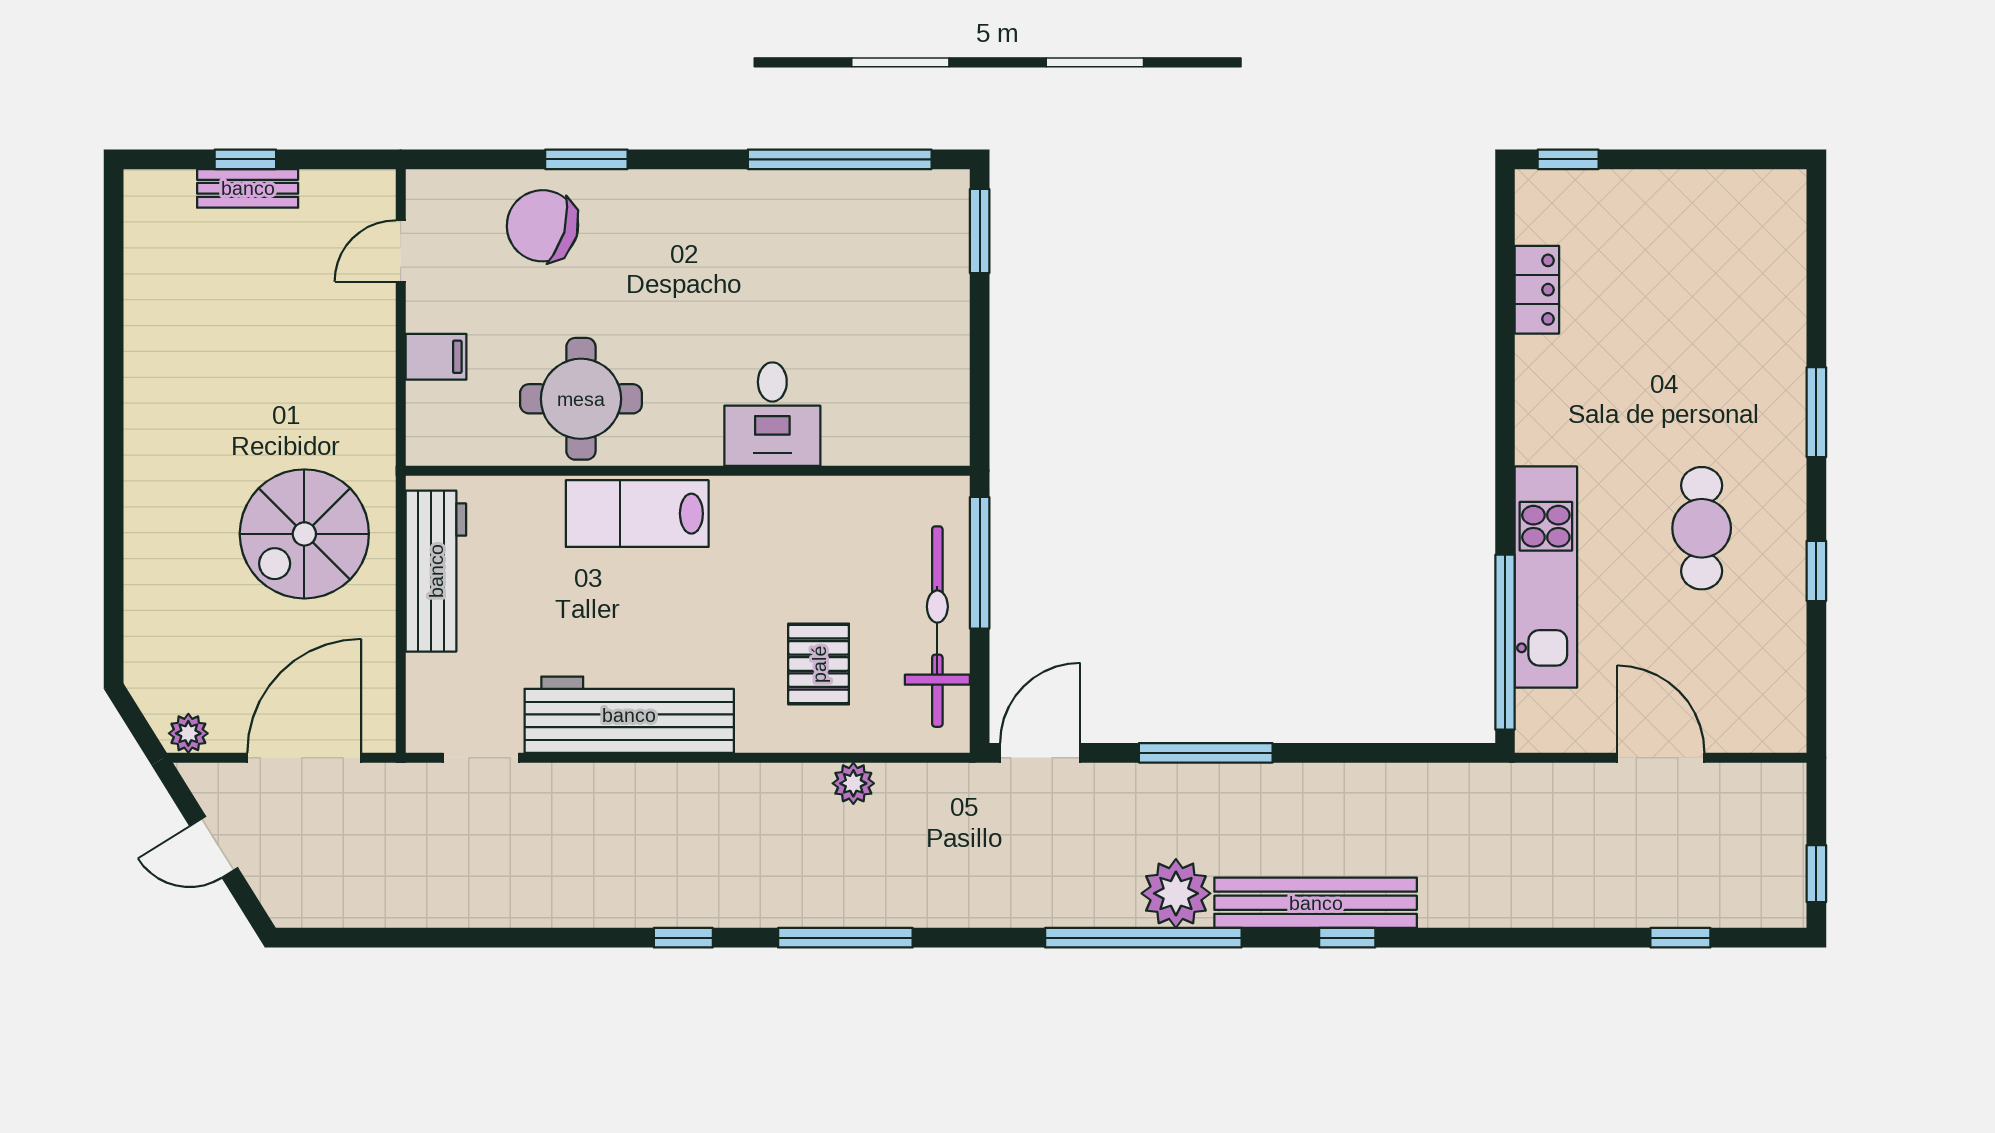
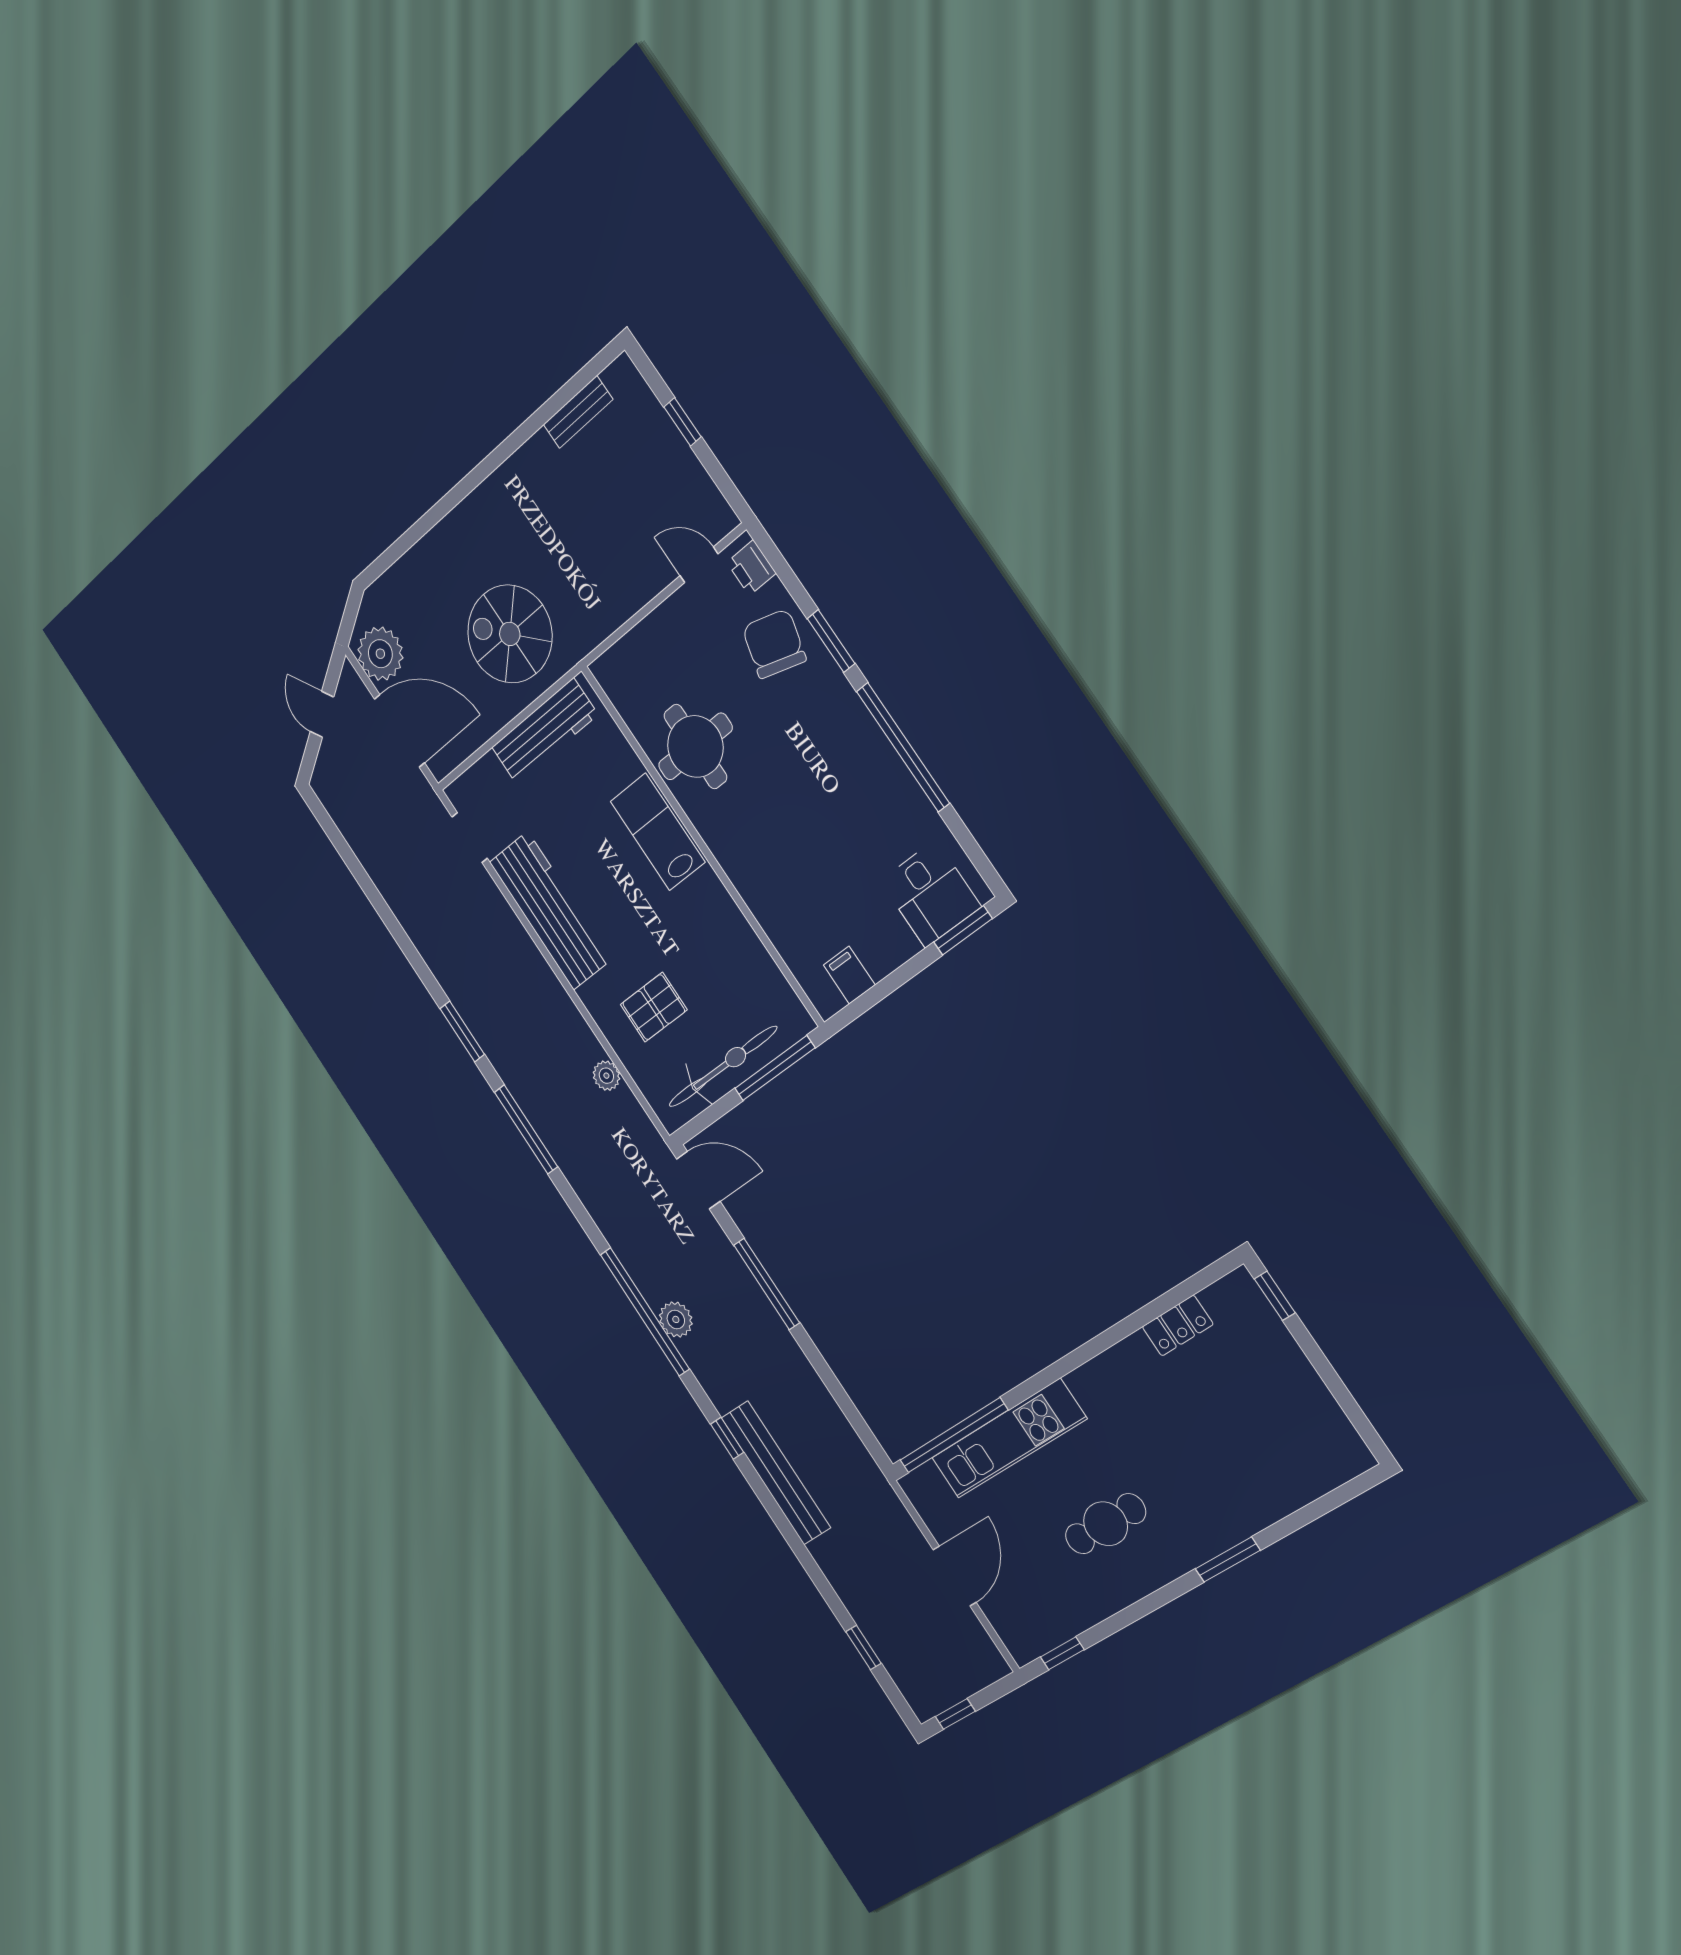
window: (840, 159) -> (903, 747), moved
bench: (248, 188) -> (578, 412), moved, turned 90
printer: (448, 193) -> (751, 568), added
filing cabinet: (436, 357) -> (849, 975), moved, turned 180
desk: (772, 414) -> (931, 894), moved, turned -90
window: (1816, 571) -> (1062, 1653), moved
plant: (188, 733) -> (380, 654), width x1.87, depth x1.87
plant: (1176, 893) -> (676, 1319), width x0.73, depth x0.73
bench: (1316, 903) -> (776, 1473), moved
window: (683, 938) -> (462, 1031), width x1.50

